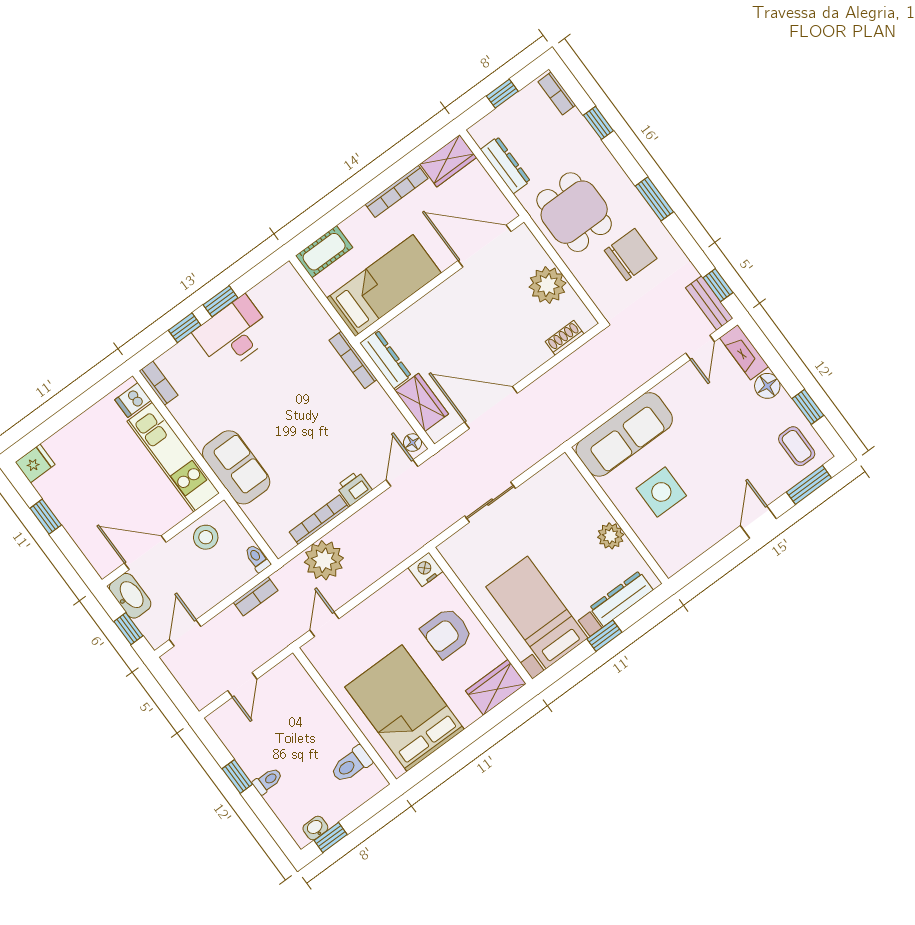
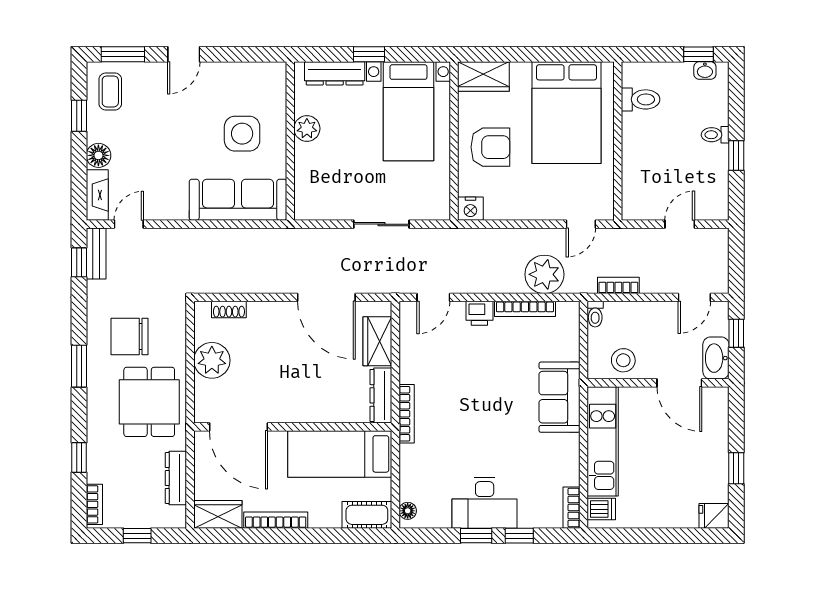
floor lamp: (413, 443) -> (408, 511), moved

